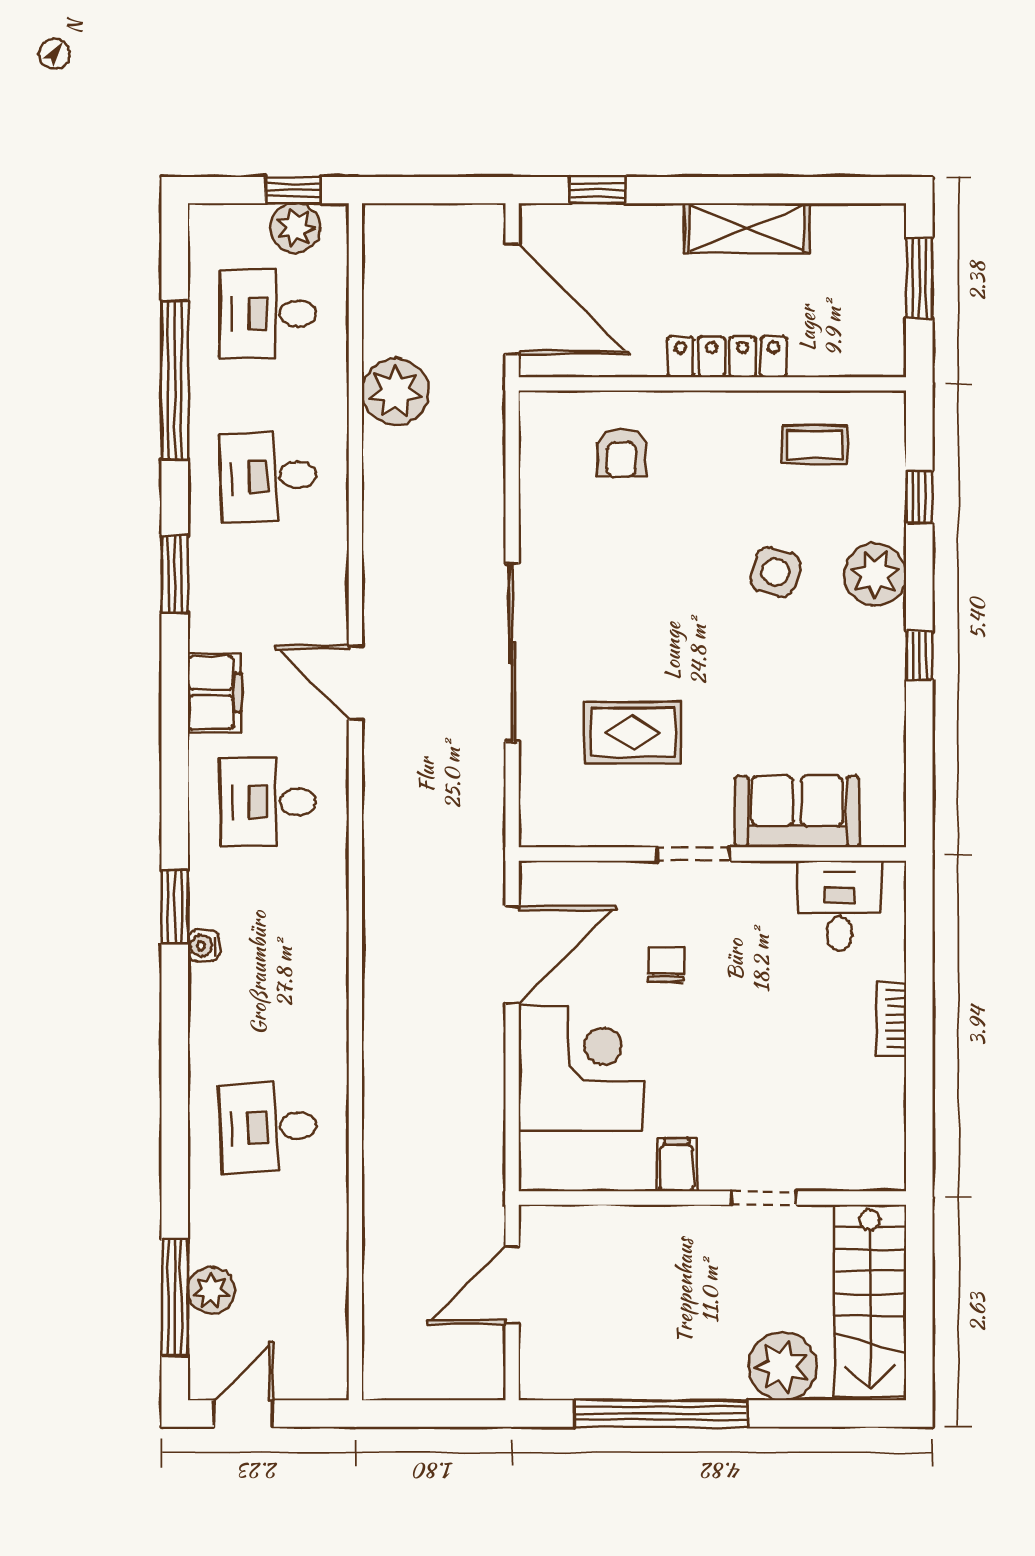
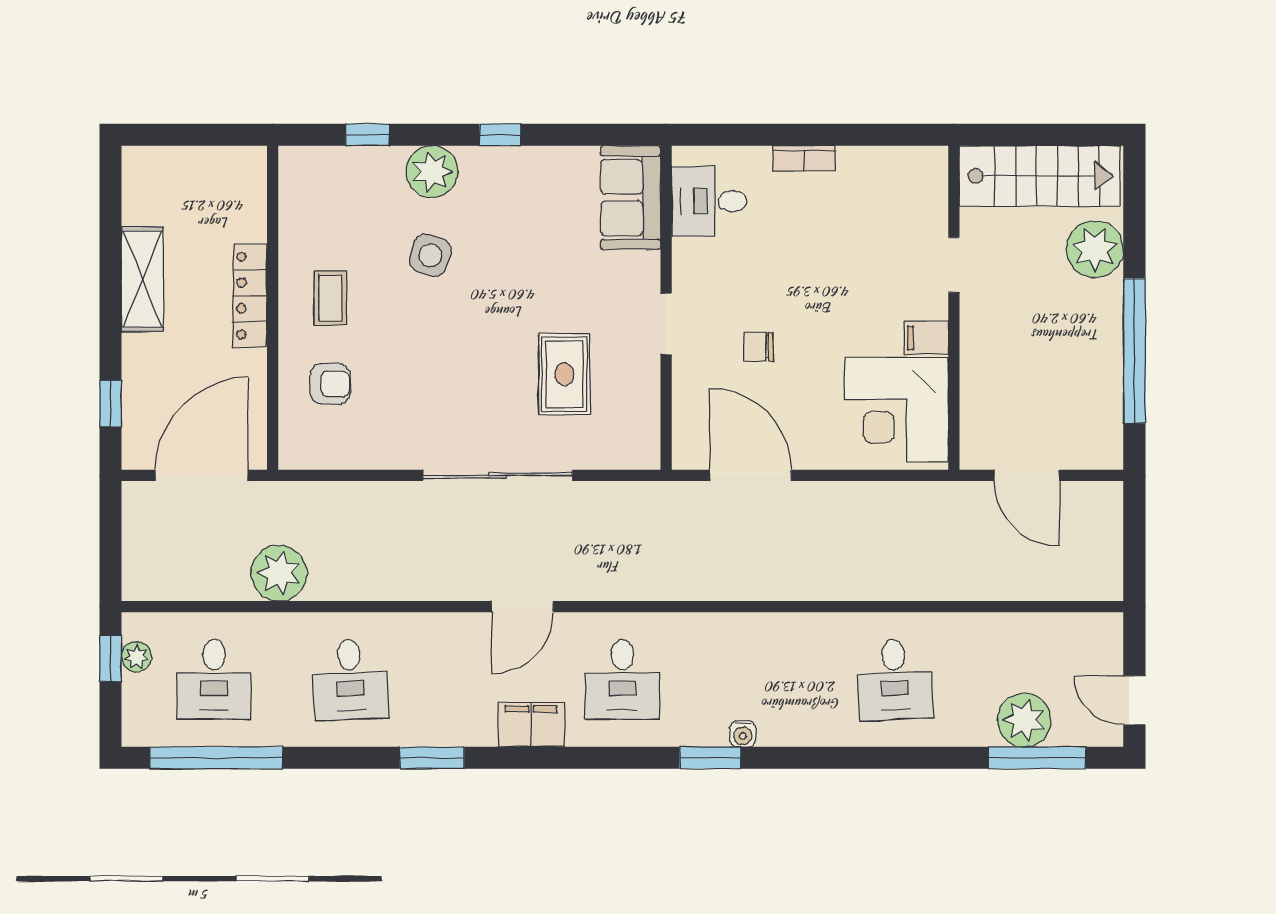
plant: (295, 228) -> (137, 657), width x0.73, depth x0.73
window: (919, 278) -> (184, 135), removed
window: (175, 380) -> (216, 758), moved
coffee table: (814, 444) -> (330, 298), moved
sofa: (797, 812) -> (631, 198), moved
corner desk: (581, 1068) -> (896, 410), moved, turned -90
plant: (211, 1290) -> (1024, 720), width x1.36, depth x1.36

